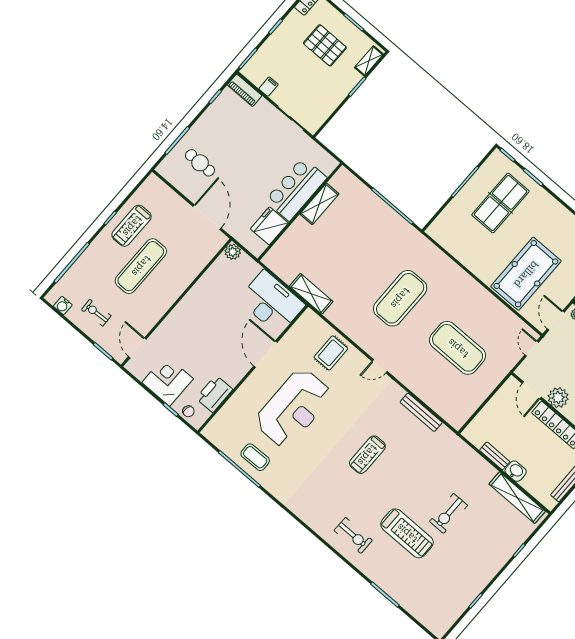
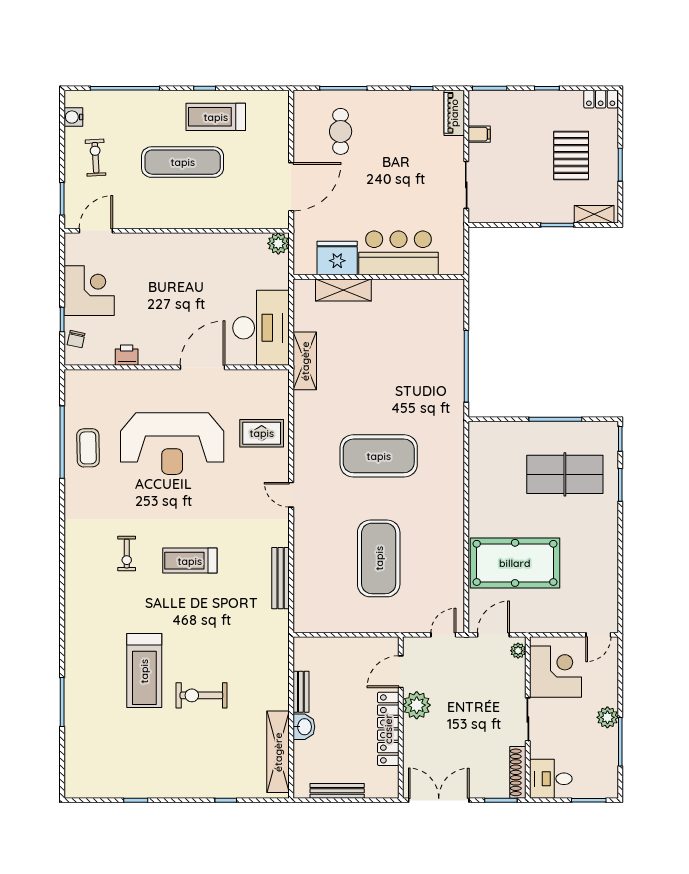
shelving: (319, 204) -> (343, 290), moved
printer: (214, 394) -> (127, 355), width x0.53, depth x0.68
exercise bike: (353, 535) -> (127, 554), moved, width x0.73, depth x0.72

